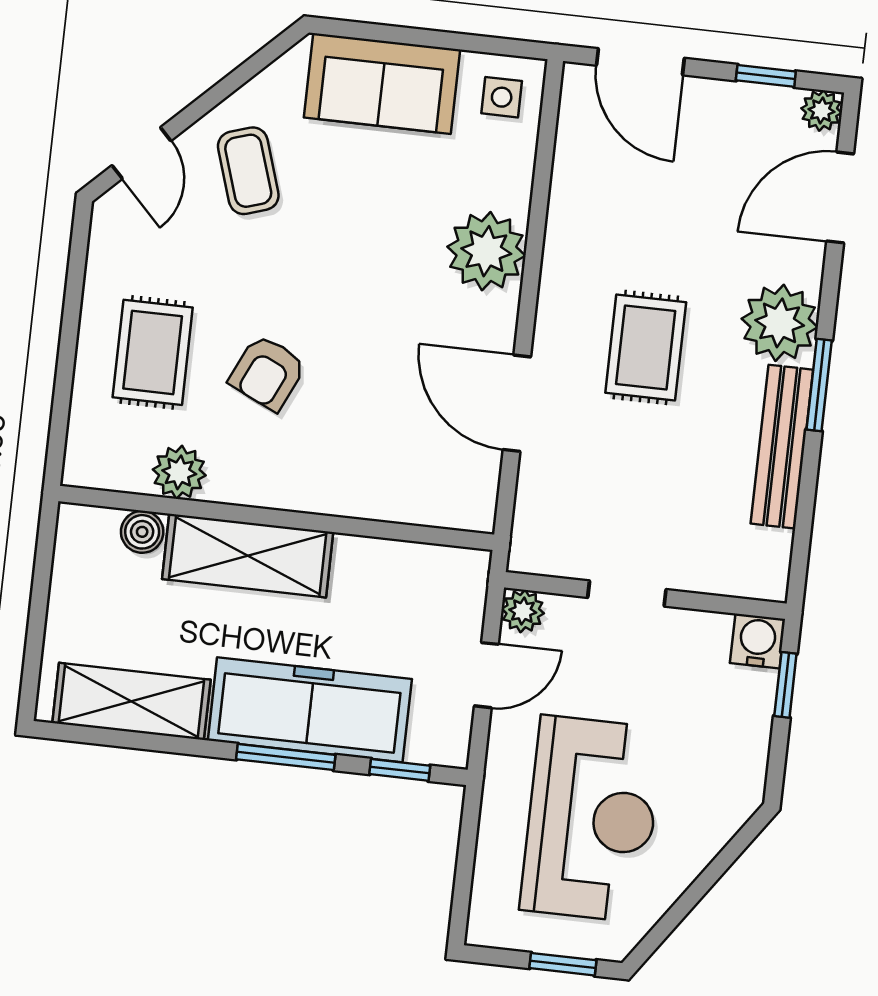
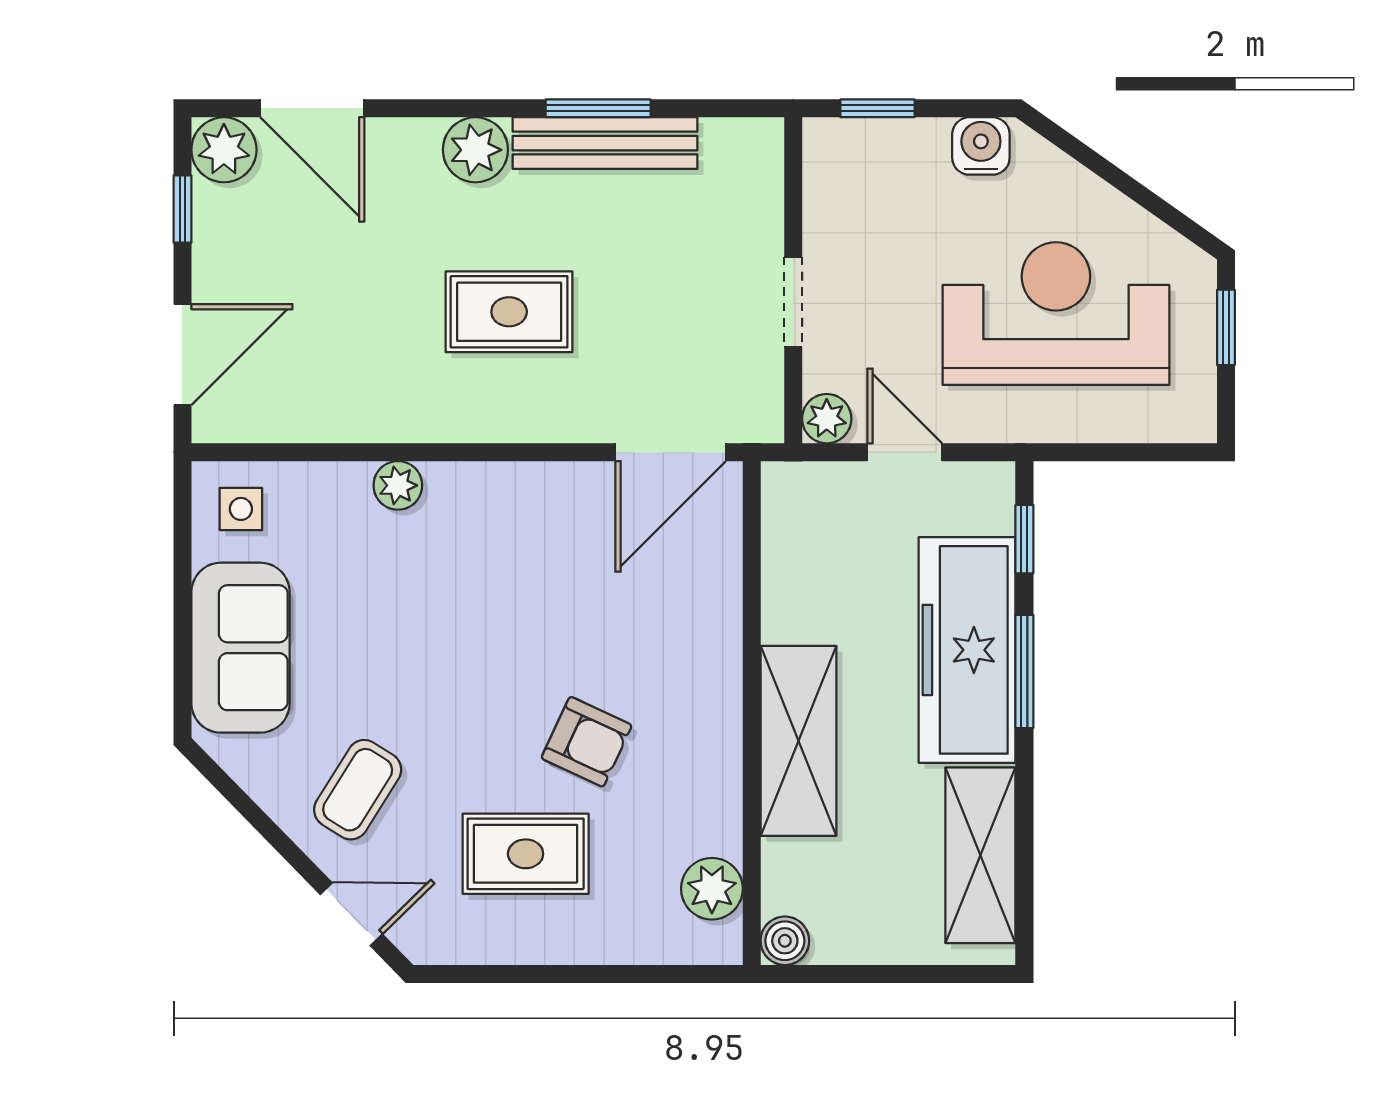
plant: (821, 111) -> (224, 150), width x1.38, depth x1.38
coffee table: (248, 171) -> (358, 790), turned -40
plant: (486, 251) -> (398, 485), width x0.53, depth x0.53
plant: (780, 323) -> (475, 150), width x0.73, depth x0.73
rug: (153, 352) -> (526, 854), moved
window: (819, 385) -> (598, 108), moved
door: (517, 403) -> (671, 452), moved
plant: (179, 472) -> (712, 889), moved
boiler: (142, 532) -> (785, 941), moved
water cooler: (758, 641) -> (981, 146), moved, turned 90

